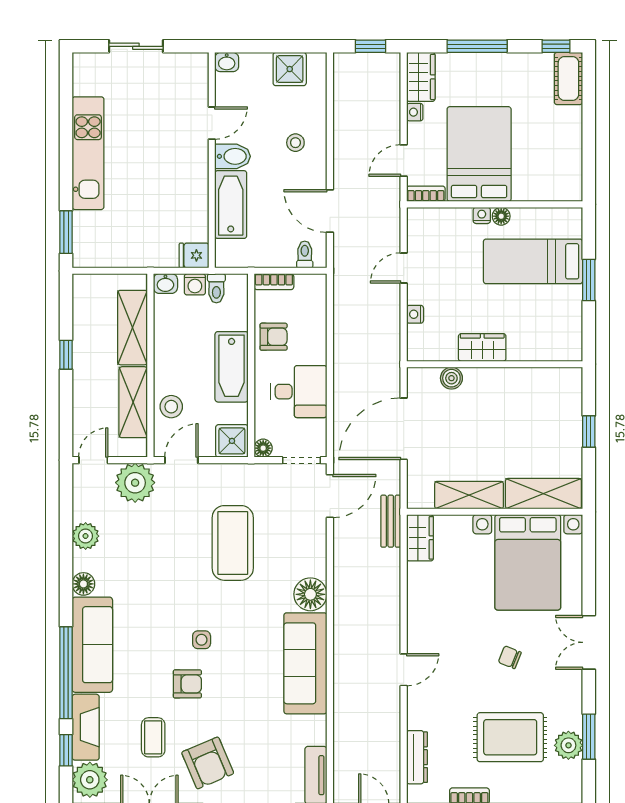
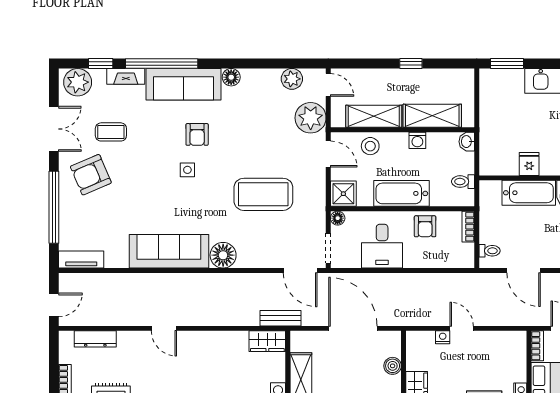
door: (330, 211) -> (524, 270), swing flipped
fridge: (194, 255) -> (529, 164), moved
door: (404, 268) -> (462, 328), moved
washing machine: (195, 284) -> (417, 140), moved, turned -90
plant: (86, 536) -> (292, 79), moved
armchair: (187, 684) -> (197, 134), moved
fireplace: (86, 727) -> (126, 76), width x0.73, depth x0.76

